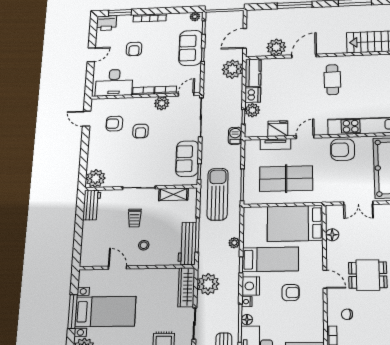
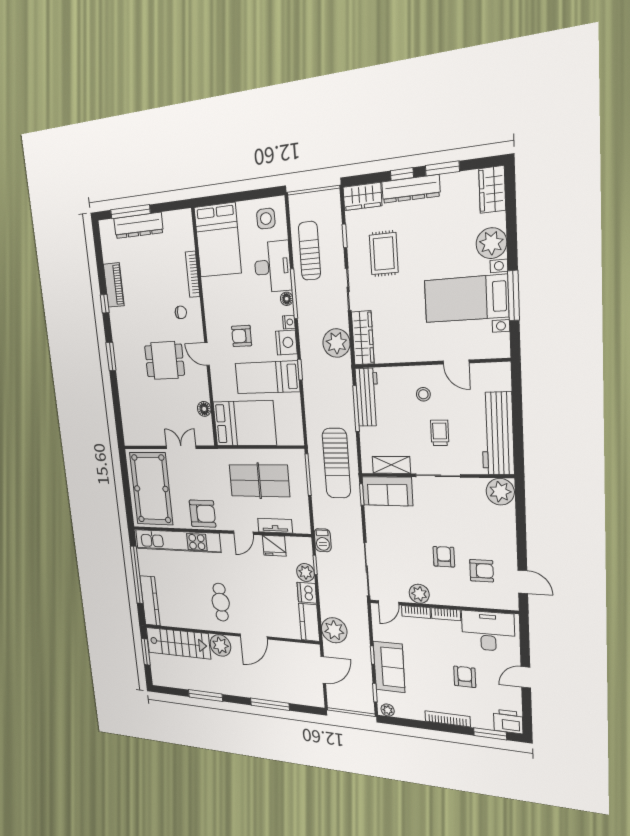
plant: (276, 47) -> (220, 645), moved
sofa: (187, 159) -> (387, 491), moved, turned 90
workbench: (92, 205) -> (497, 434), width x1.88, depth x1.32
plant: (234, 243) -> (310, 398), removed

